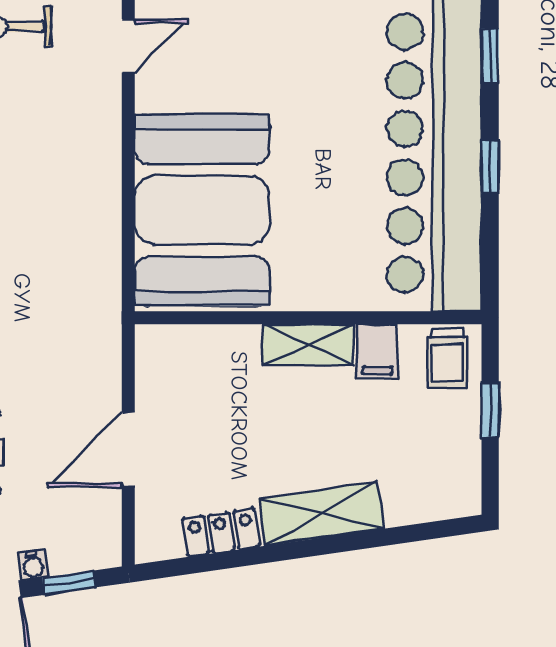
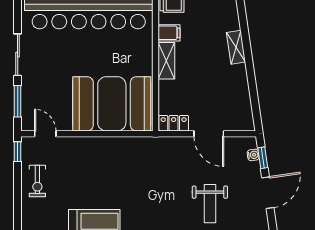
shelving: (321, 513) -> (236, 47), width x0.67, depth x0.75
locker: (221, 532) -> (174, 123), moved, turned 98
water cooler: (33, 565) -> (253, 155), moved

